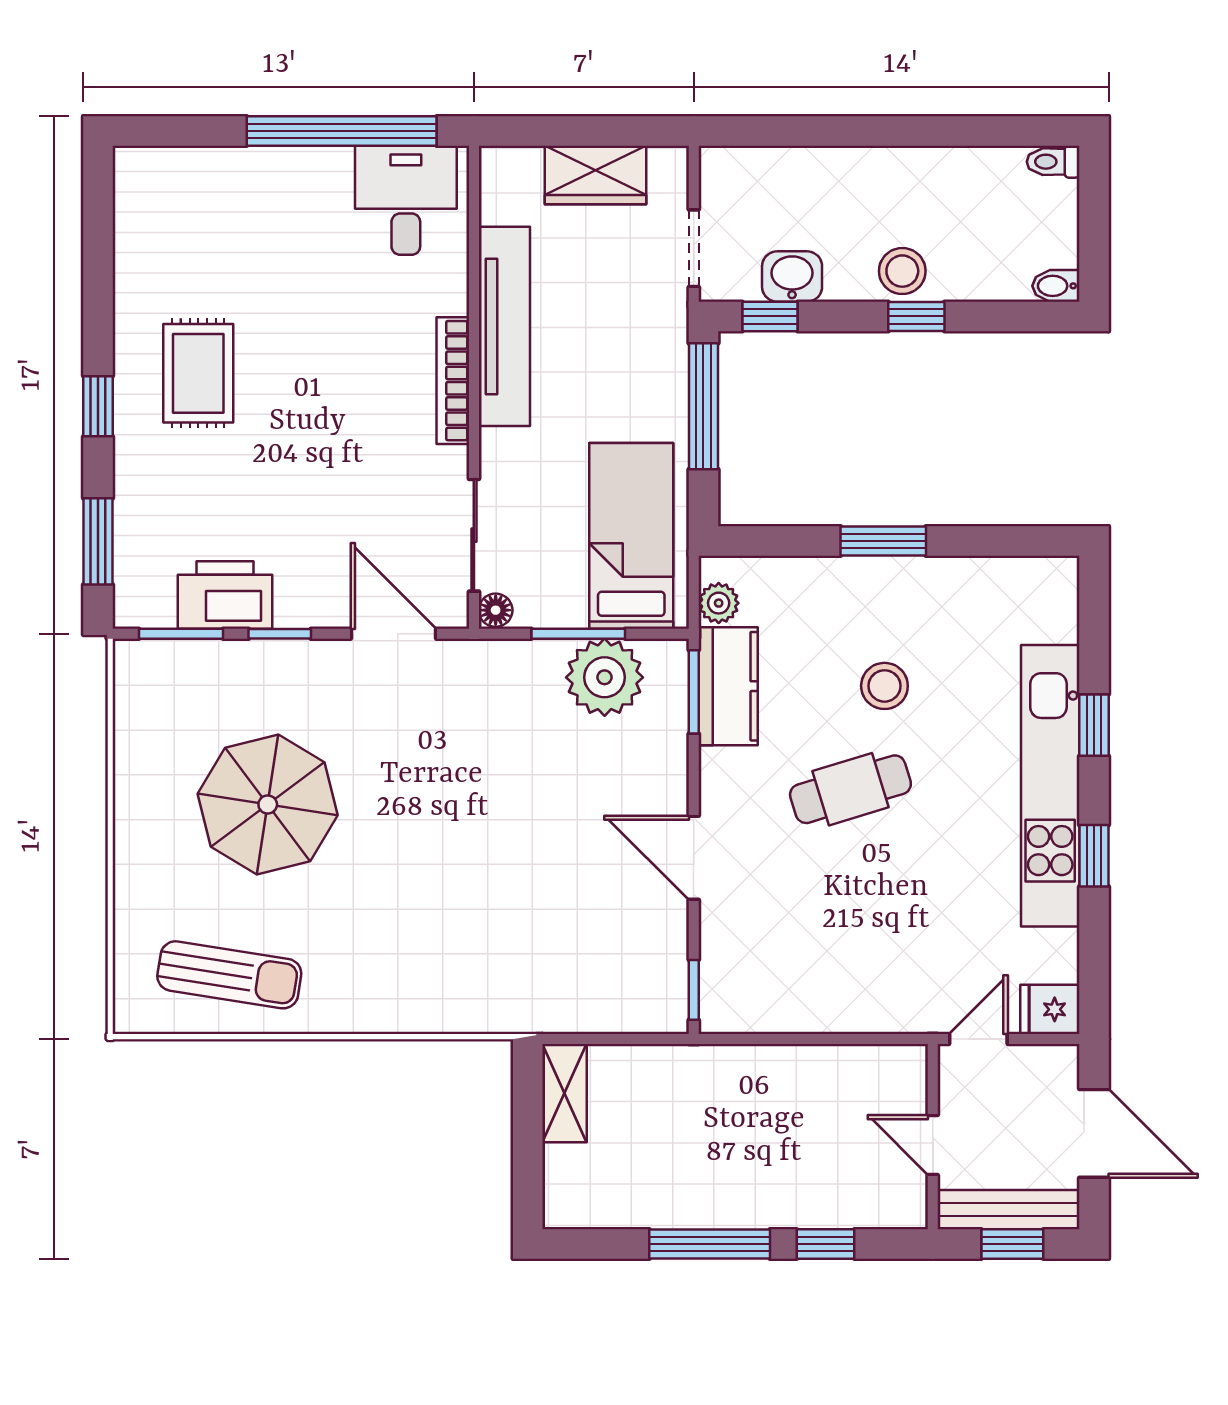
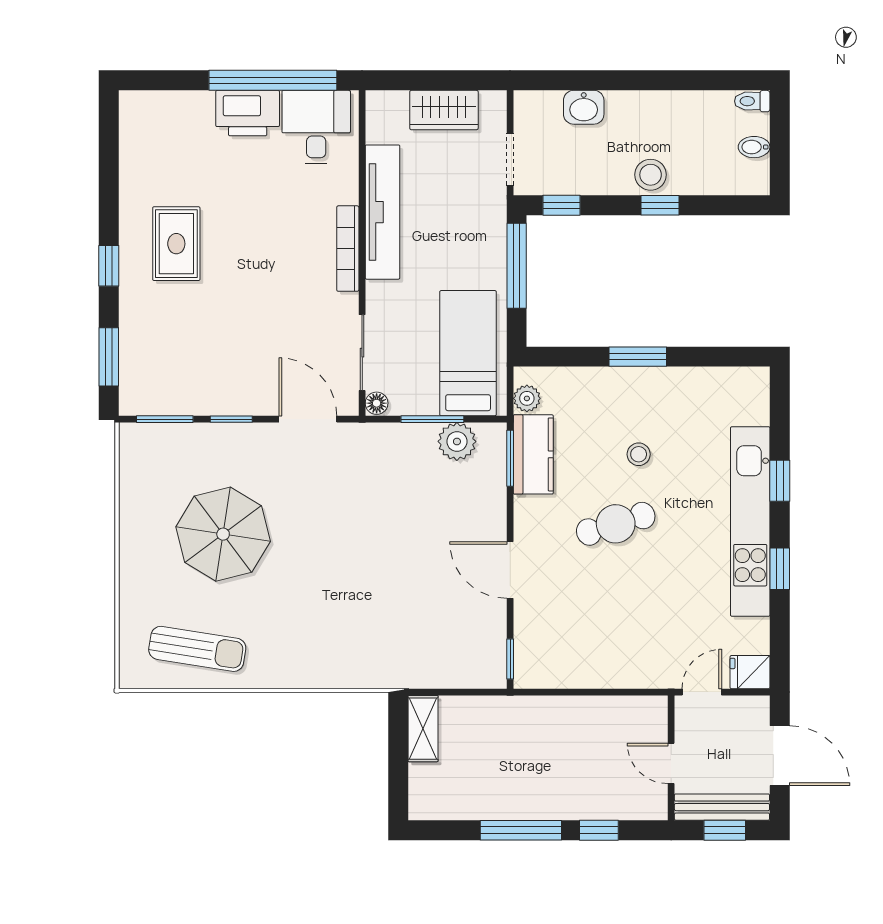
washbasin: (792, 277) -> (584, 107), moved, turned 180
bidet: (1056, 286) -> (754, 147), moved
printer: (225, 595) -> (248, 113), moved, turned 180
plant: (605, 677) -> (457, 441), width x0.73, depth x0.73
stool: (884, 686) -> (639, 454), width x0.73, depth x0.73

